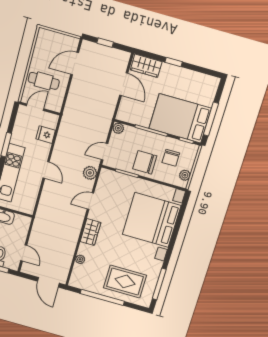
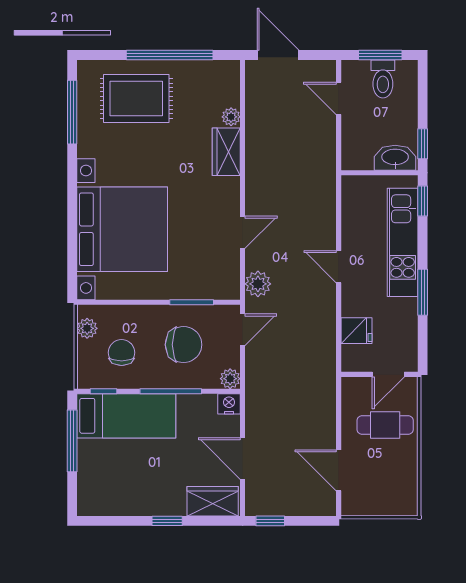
window: (105, 43) -> (270, 521), moved
door: (75, 64) -> (339, 470), swing flipped
nightstand: (123, 115) -> (229, 404), added
bed: (180, 118) -> (126, 416), width x0.67
chair: (145, 162) -> (184, 345), moved
wardrobe: (91, 232) -> (226, 152), moved

